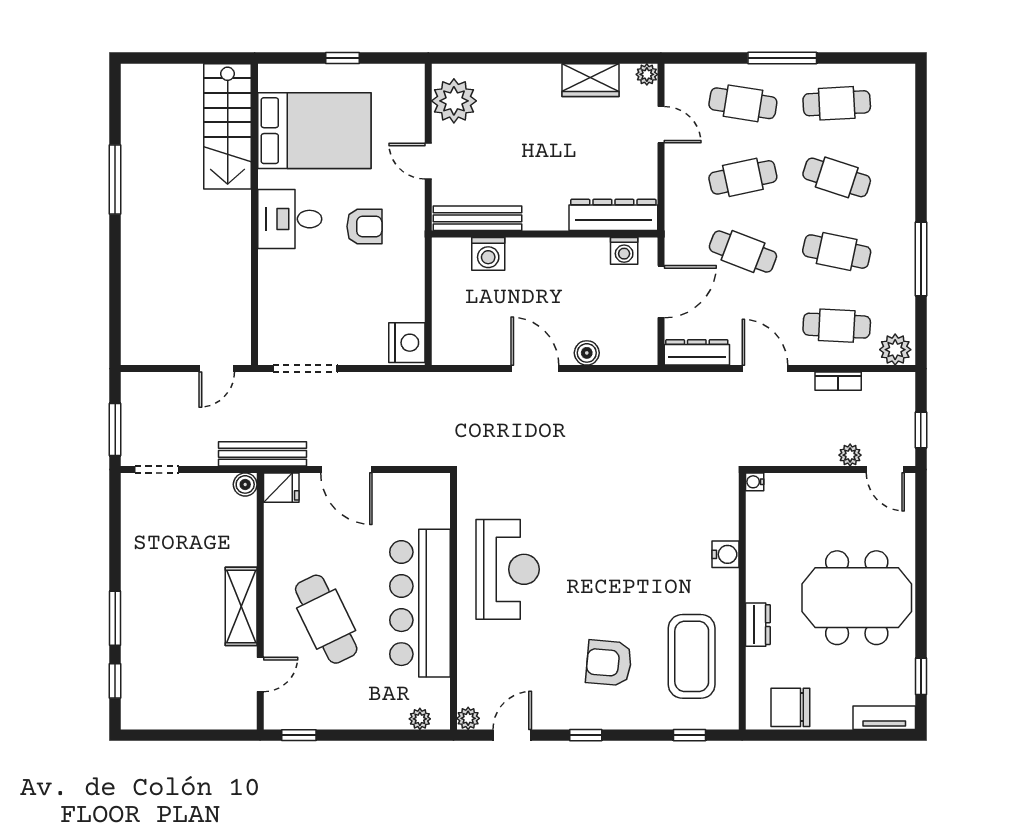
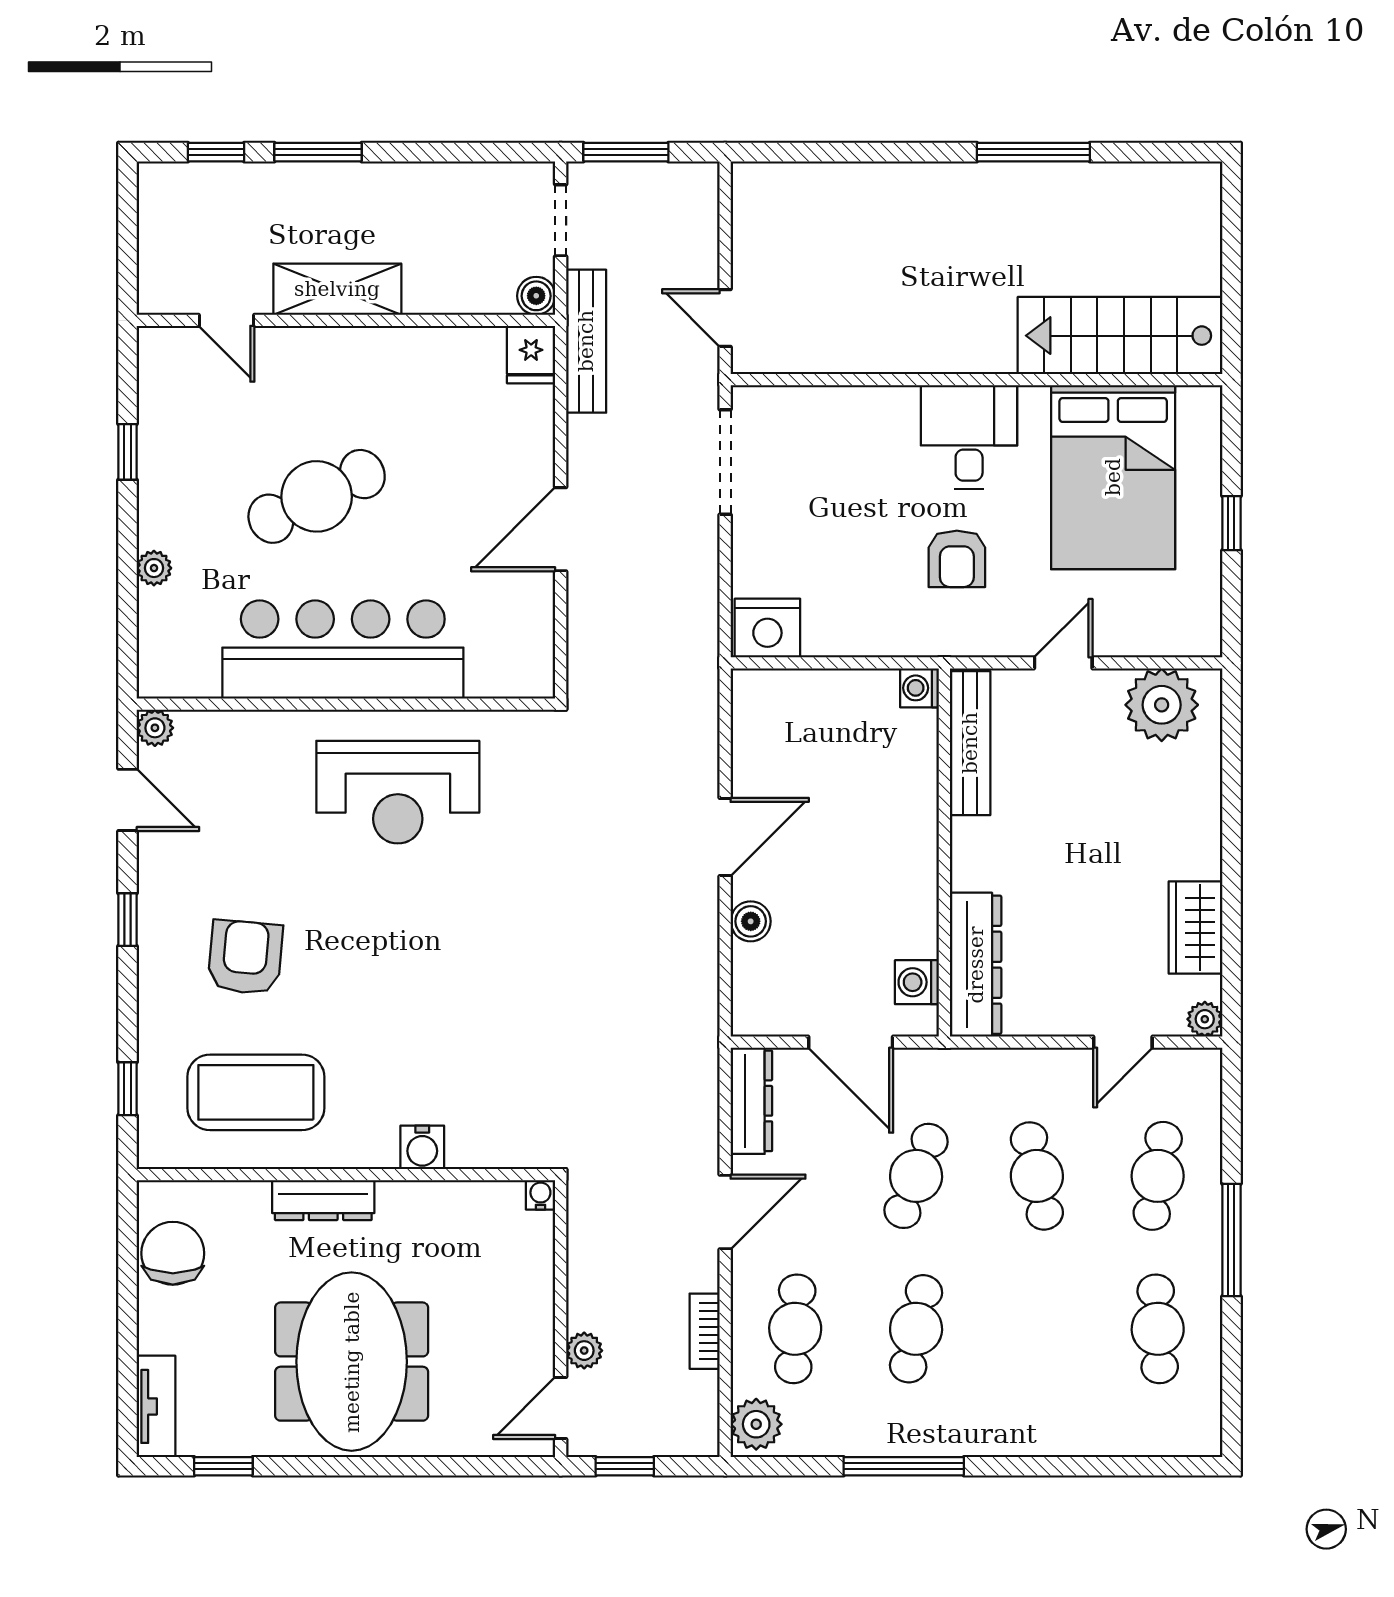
cafe table: (837, 177) -> (1037, 1329), removed
washing machine: (488, 254) -> (920, 688), moved, width x0.73, depth x0.73
bench: (262, 454) -> (586, 341), moved
boiler: (245, 484) -> (536, 296), moved
fridge: (281, 488) -> (531, 355), moved
wall: (260, 601) -> (346, 320), moved
shelving: (241, 606) -> (337, 289), moved
dresser: (758, 625) -> (323, 1200), width x1.44
door: (260, 674) -> (226, 320), moved
plant: (420, 719) -> (154, 568), moved

